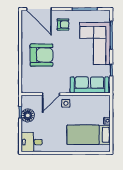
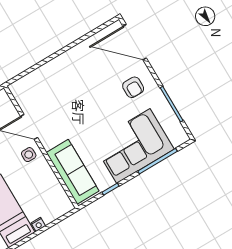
door: (39, 9) -> (135, 42), hinge flipped
armchair: (42, 55) -> (74, 83), removed

